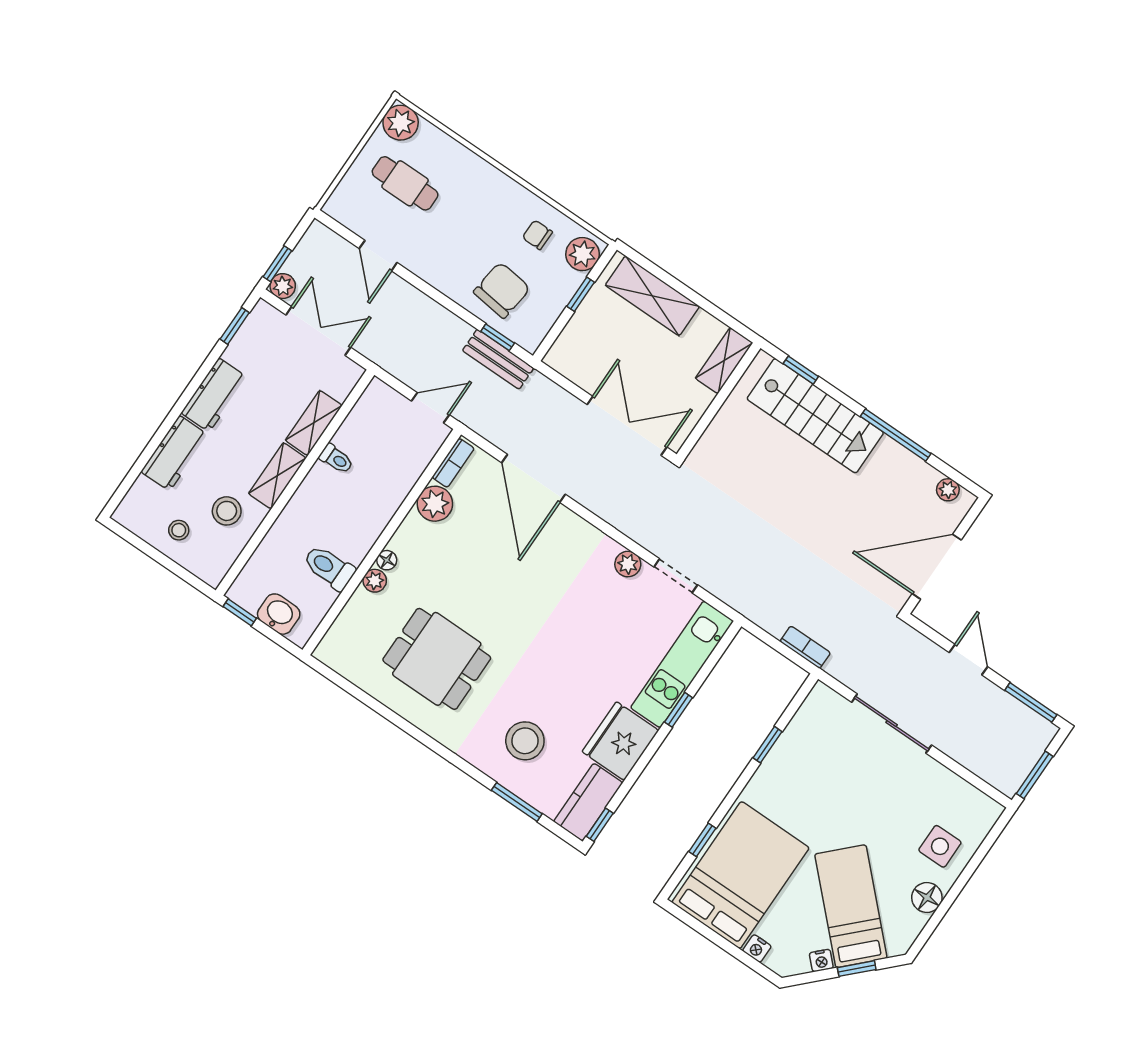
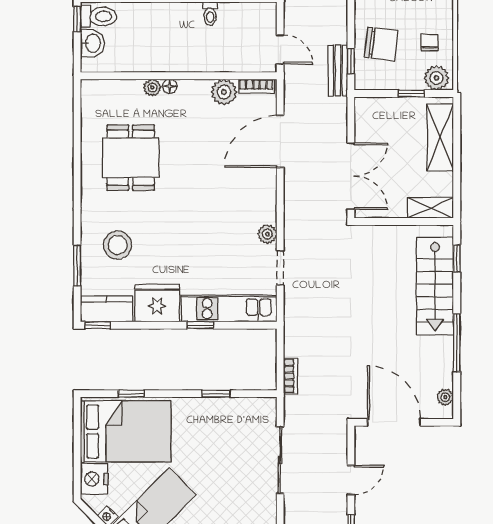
toilet: (329, 568) -> (98, 16), moved, turned 90
nightstand: (757, 948) -> (94, 479), width x1.89, depth x1.79

